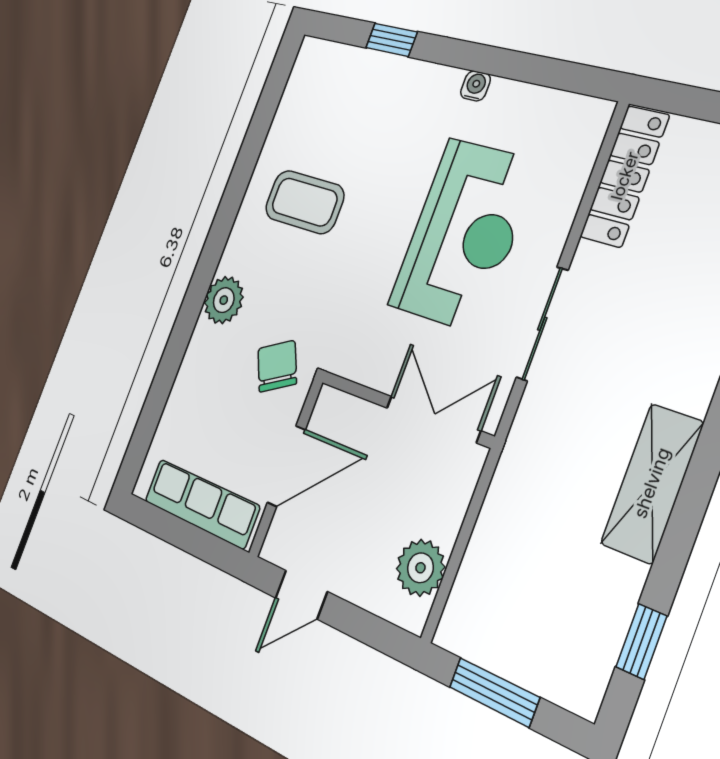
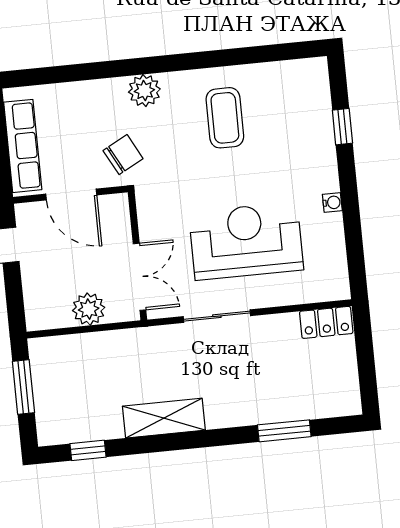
locker: (625, 176) -> (326, 322), width x0.66
reception desk: (464, 234) -> (246, 241), turned 180
plant: (420, 568) -> (89, 309), moved

